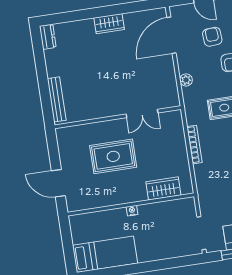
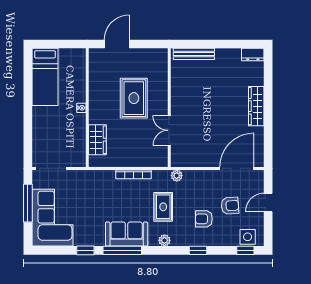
wardrobe: (109, 24) -> (256, 106), width x1.50
door: (171, 35) -> (237, 168), hinge flipped
plant: (186, 80) -> (177, 176), moved

